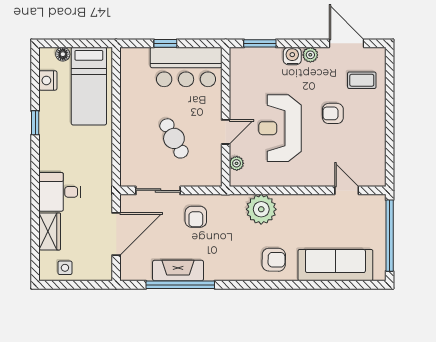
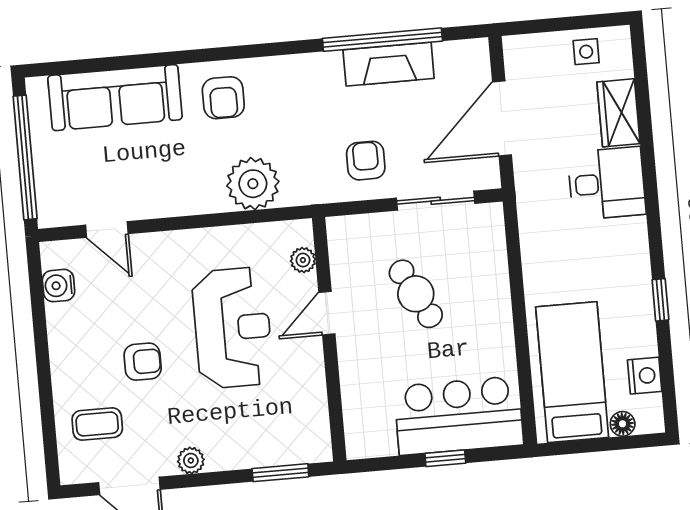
water cooler: (292, 56) -> (59, 286), moved, turned 90
bar counter: (186, 67) -> (459, 416), moved
armchair: (274, 260) -> (223, 98), turned -91

